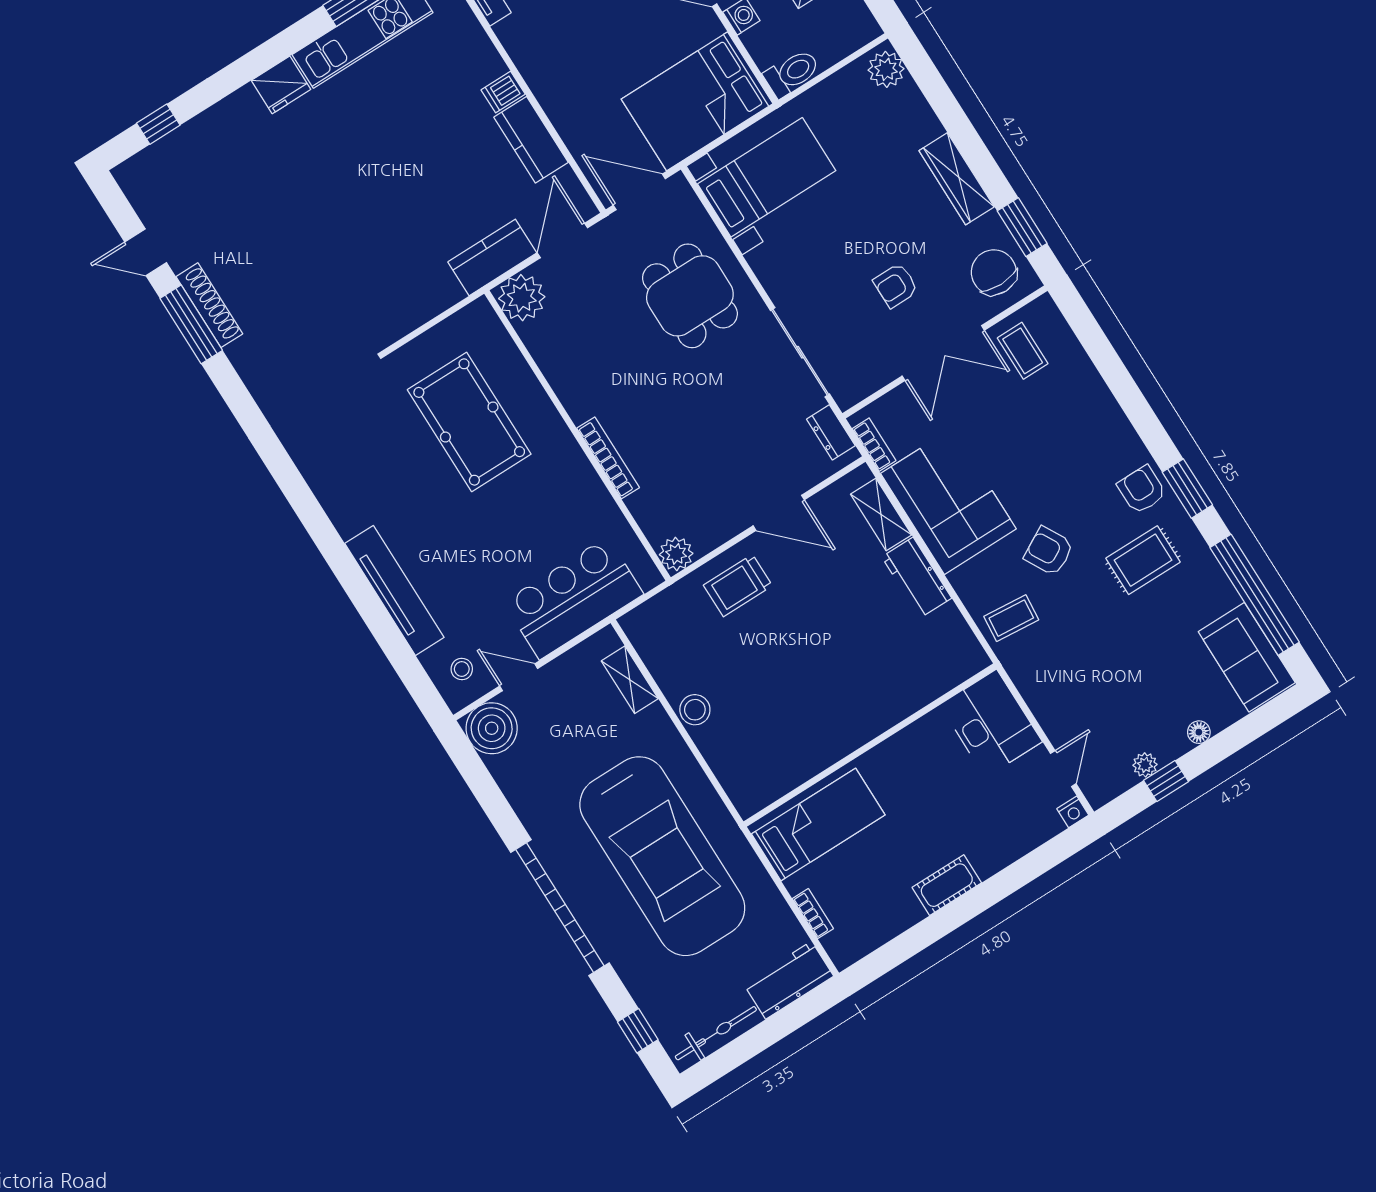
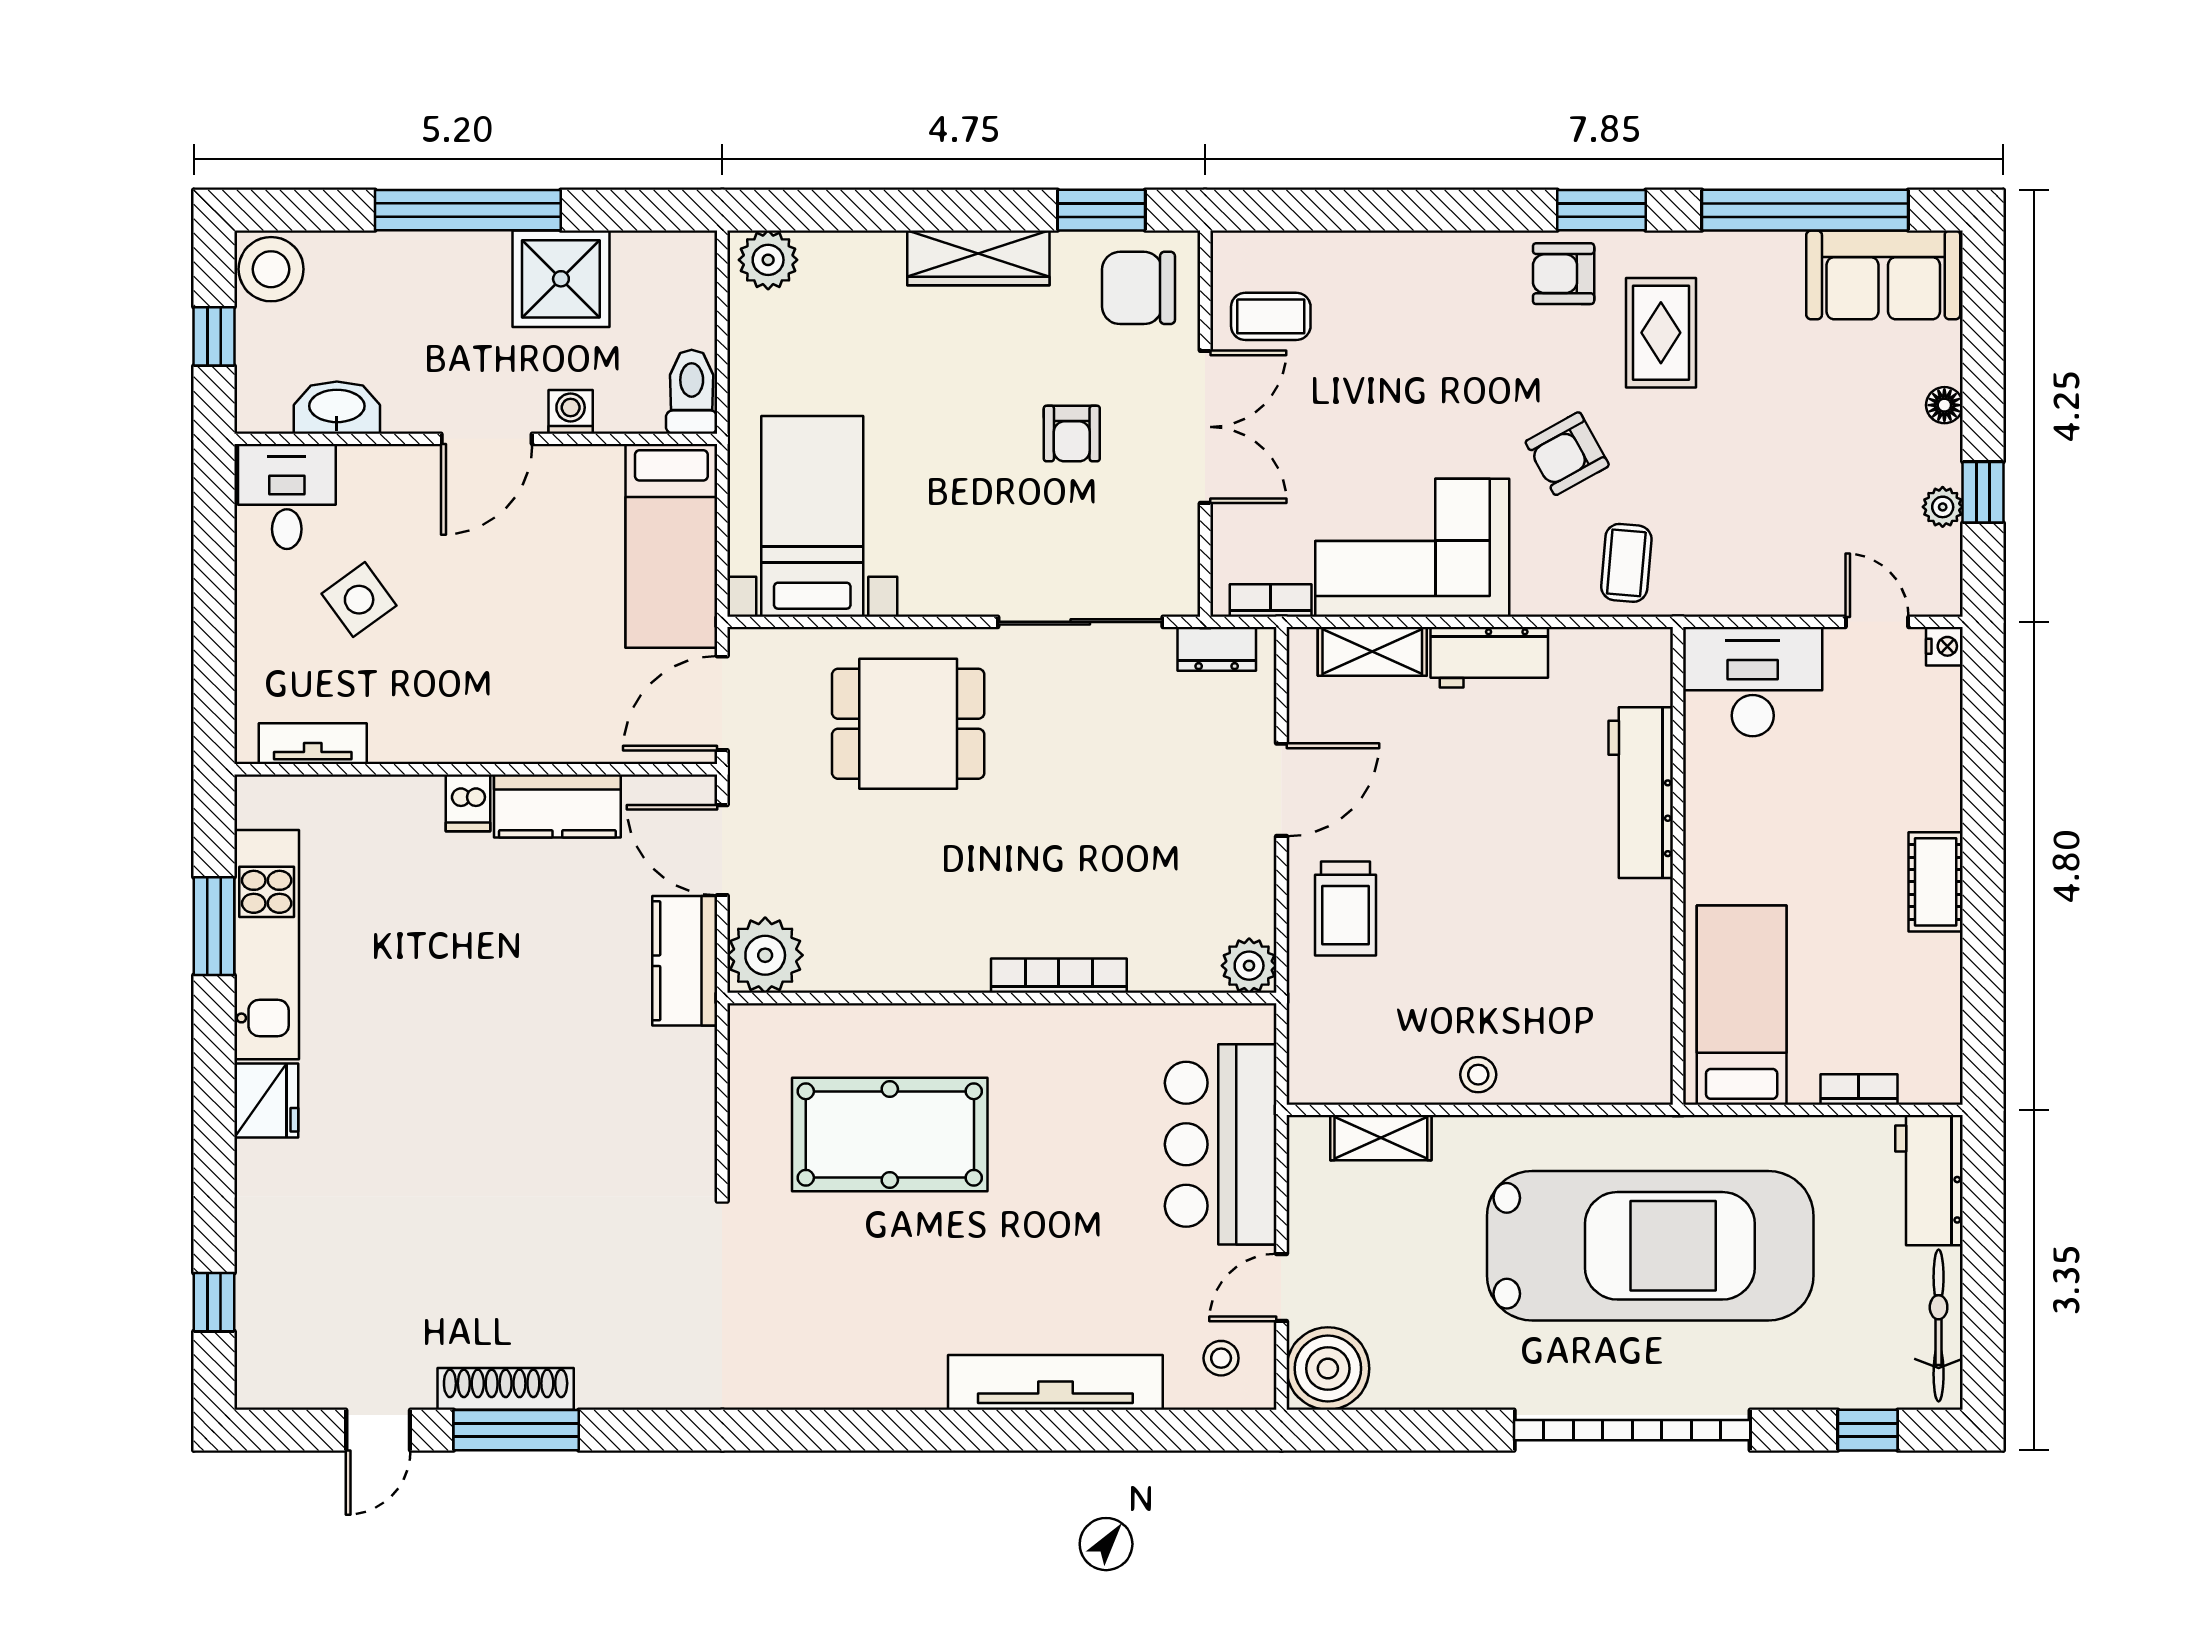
bed: (697, 101) -> (671, 546), width x0.67
workbench: (896, 701) -> (1641, 793), added
stool: (695, 710) -> (1478, 1075), width x0.73, depth x0.73

